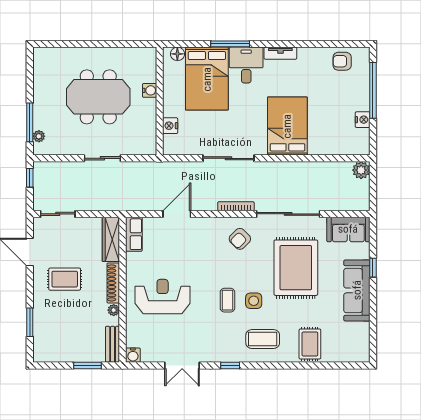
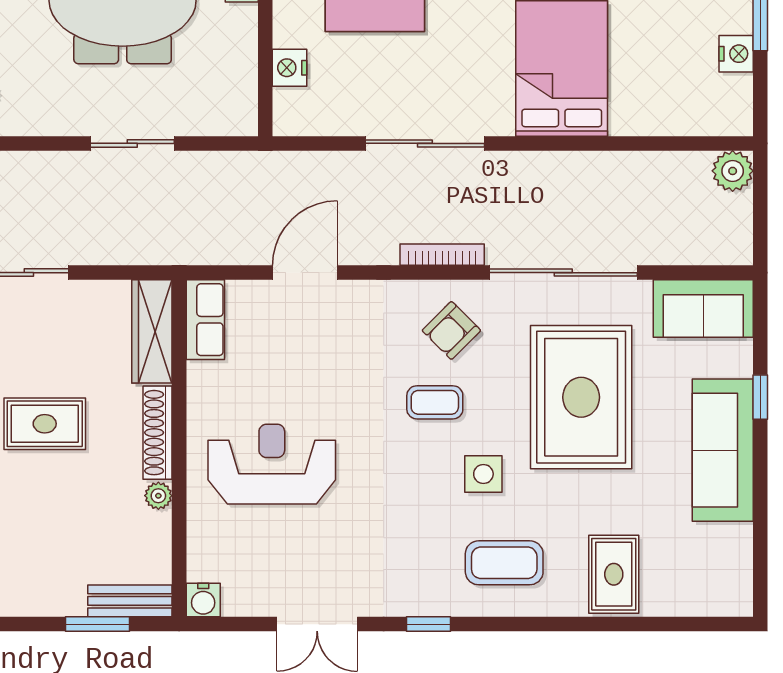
coffee table: (227, 300) -> (435, 402), moved, turned 90
bench: (113, 344) -> (130, 601), moved, turned 90

